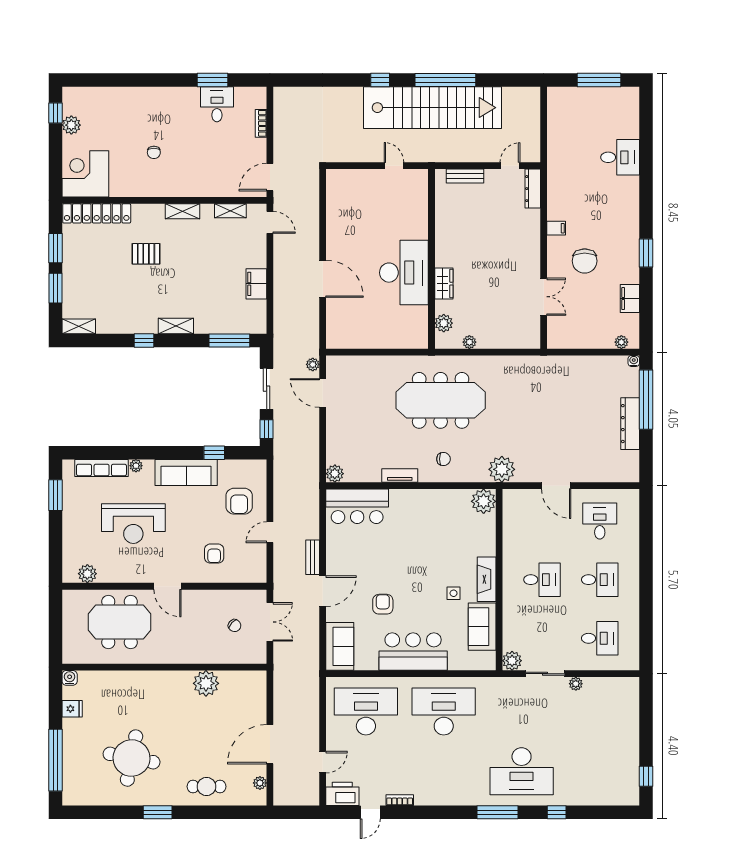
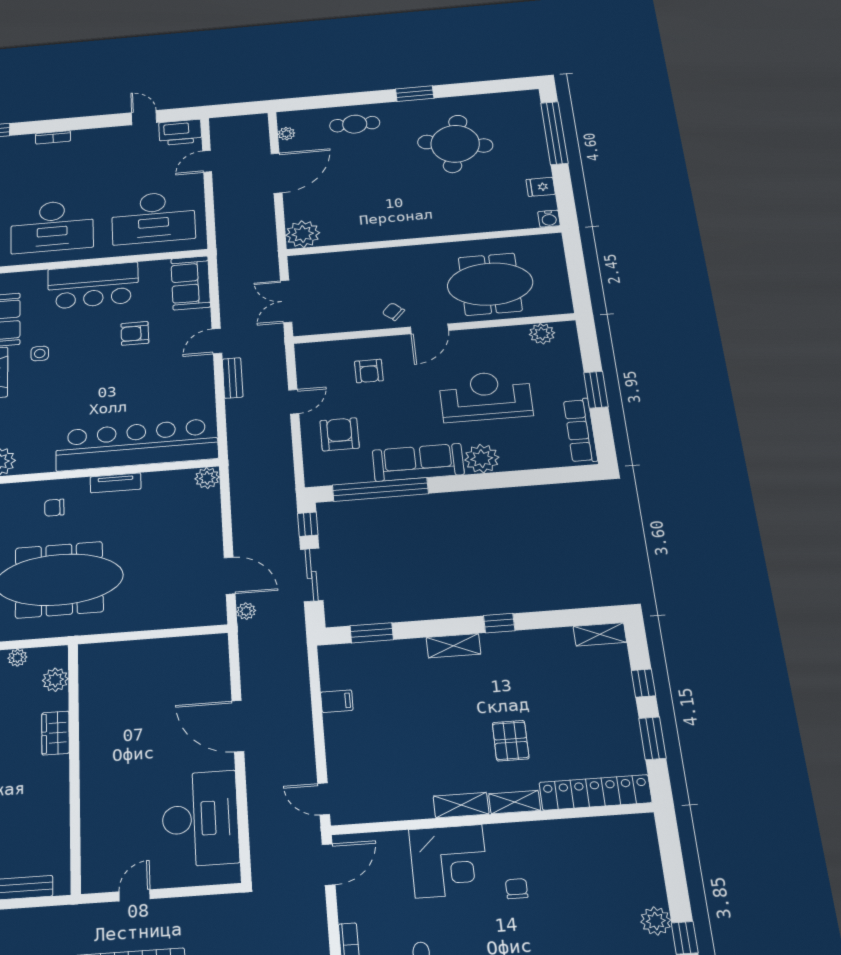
door: (394, 166) -> (135, 895), swing flipped
corner desk: (85, 174) -> (449, 861), moved
shelving: (230, 211) -> (515, 802), moved
pallet: (146, 254) -> (511, 741), turned 90
desk: (404, 273) -> (200, 819), moved, turned 180
filing cabinet: (256, 284) -> (337, 701), width x0.50
window: (55, 288) -> (643, 683), width x0.67
window: (229, 341) -> (372, 633), width x0.69
window: (214, 453) -> (380, 489), width x3.17
plant: (136, 466) -> (482, 459), width x1.88, depth x1.88
row of seats: (102, 468) -> (580, 430), moved, turned -90
window: (55, 495) -> (596, 390), moved
bar counter: (357, 506) -> (137, 445), width x1.86
armchair: (214, 554) -> (369, 371), turned 180
door: (167, 586) -> (429, 329), swing flipped
door: (323, 591) -> (217, 341), width x0.73
armchair: (383, 604) -> (135, 333), turned 90
chair: (235, 626) -> (393, 312), moved
plant: (206, 683) -> (303, 234), moved
bookcase: (400, 800) -> (53, 137), moved
door: (370, 812) -> (144, 118), hinge flipped

